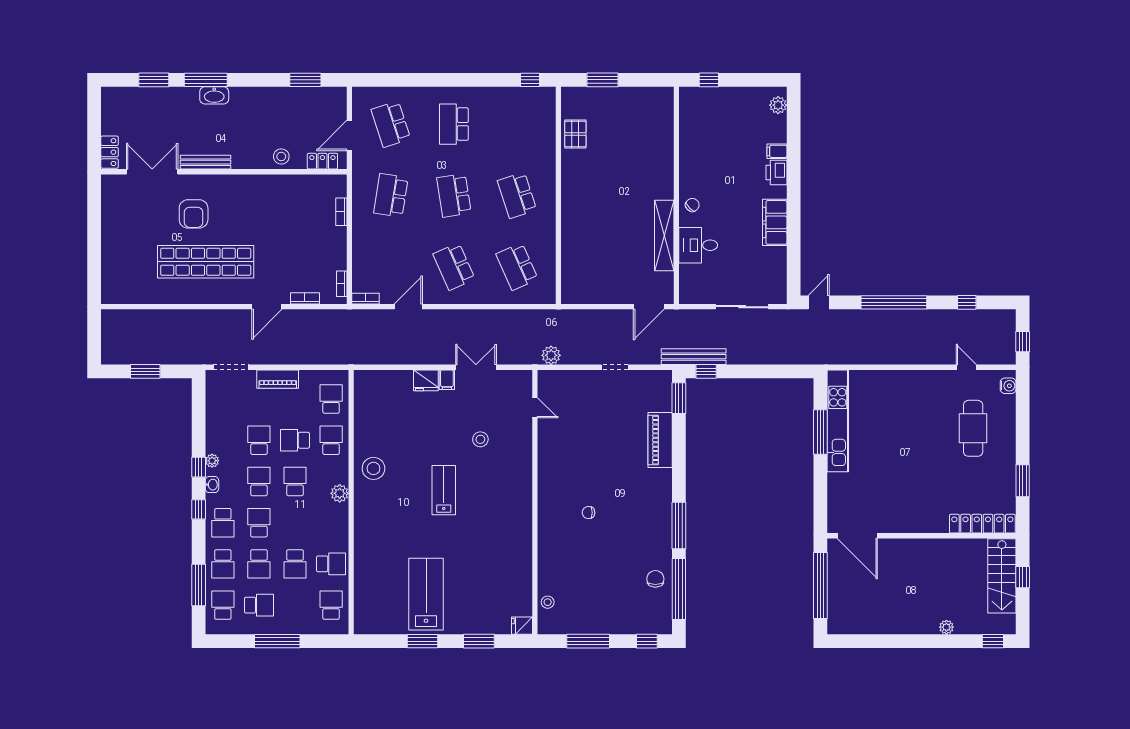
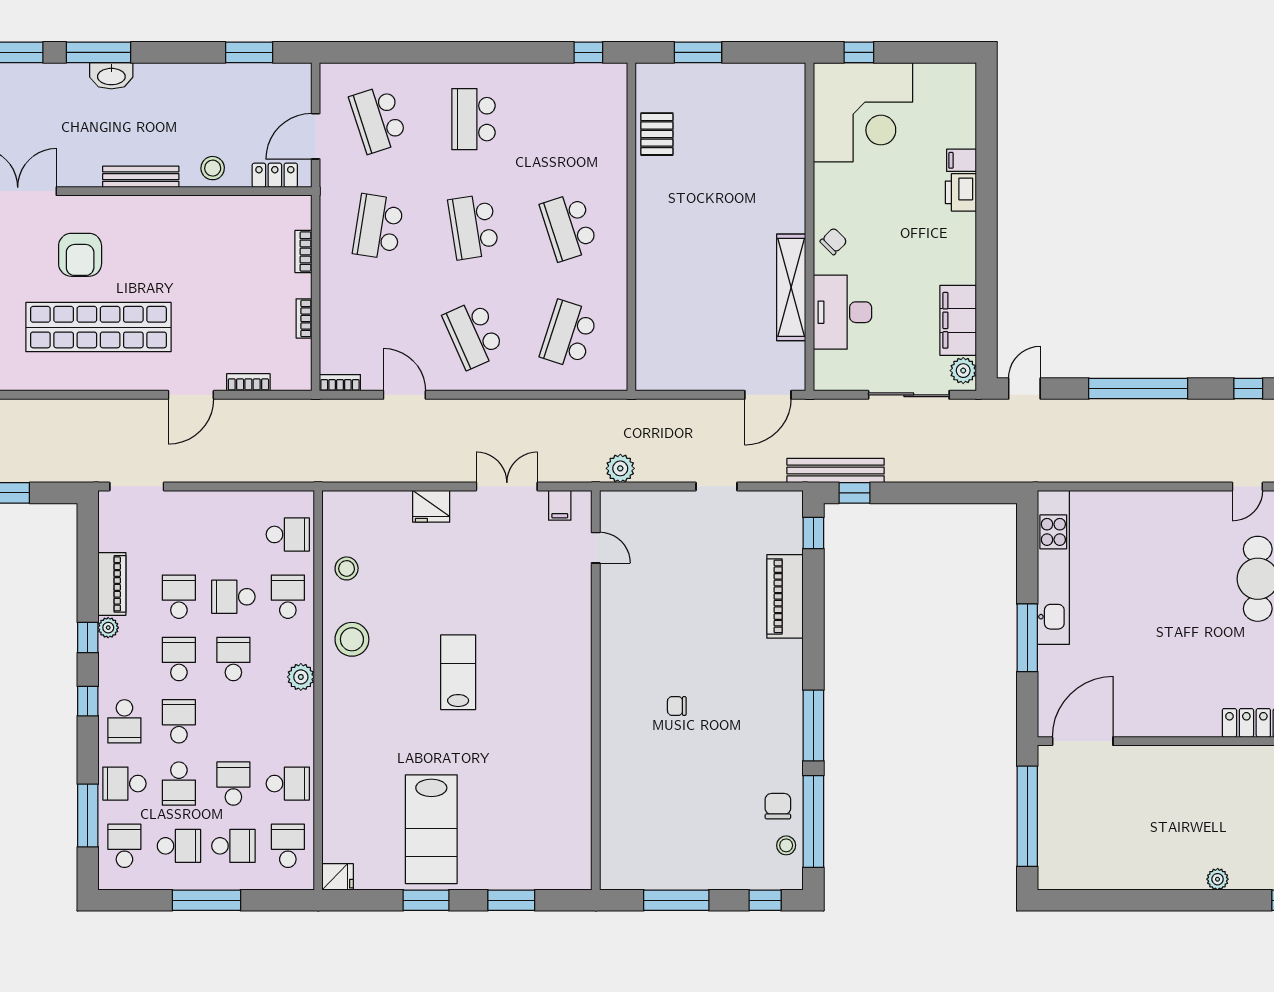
plant: (778, 105) -> (963, 371), moved
corner desk: (712, 119) -> (863, 112), added
bench: (206, 162) -> (141, 177), moved
filing cabinet: (775, 222) -> (958, 320), moved
desk: (698, 245) -> (843, 312), width x1.37
school desk: (517, 267) -> (569, 334), turned 42
bookcase: (342, 284) -> (304, 318), moved
door: (408, 307) -> (404, 395), hinge flipped
door: (966, 367) -> (1247, 486), swing flipped
piano: (278, 379) -> (112, 584), moved, turned -90
filing cabinet: (447, 380) -> (560, 505), moved
window: (679, 398) -> (813, 533), width x0.67
school desk: (331, 399) -> (288, 534), turned 90
window: (820, 432) -> (1027, 638), moved
stool: (480, 439) -> (347, 568), moved
washbasin: (212, 485) -> (108, 664), removed
door: (857, 536) -> (1083, 741), swing flipped
school desk: (223, 564) -> (124, 784), turned 90
school desk: (295, 564) -> (233, 784), turned 180
lab bench: (426, 594) -> (431, 829), turned 180
stool: (548, 602) -> (786, 845), moved
school desk: (295, 605) -> (233, 846), added
fridge: (522, 626) -> (338, 877), moved, turned 180

